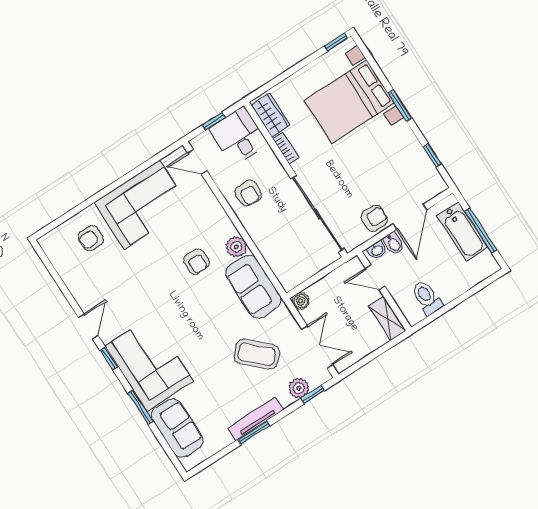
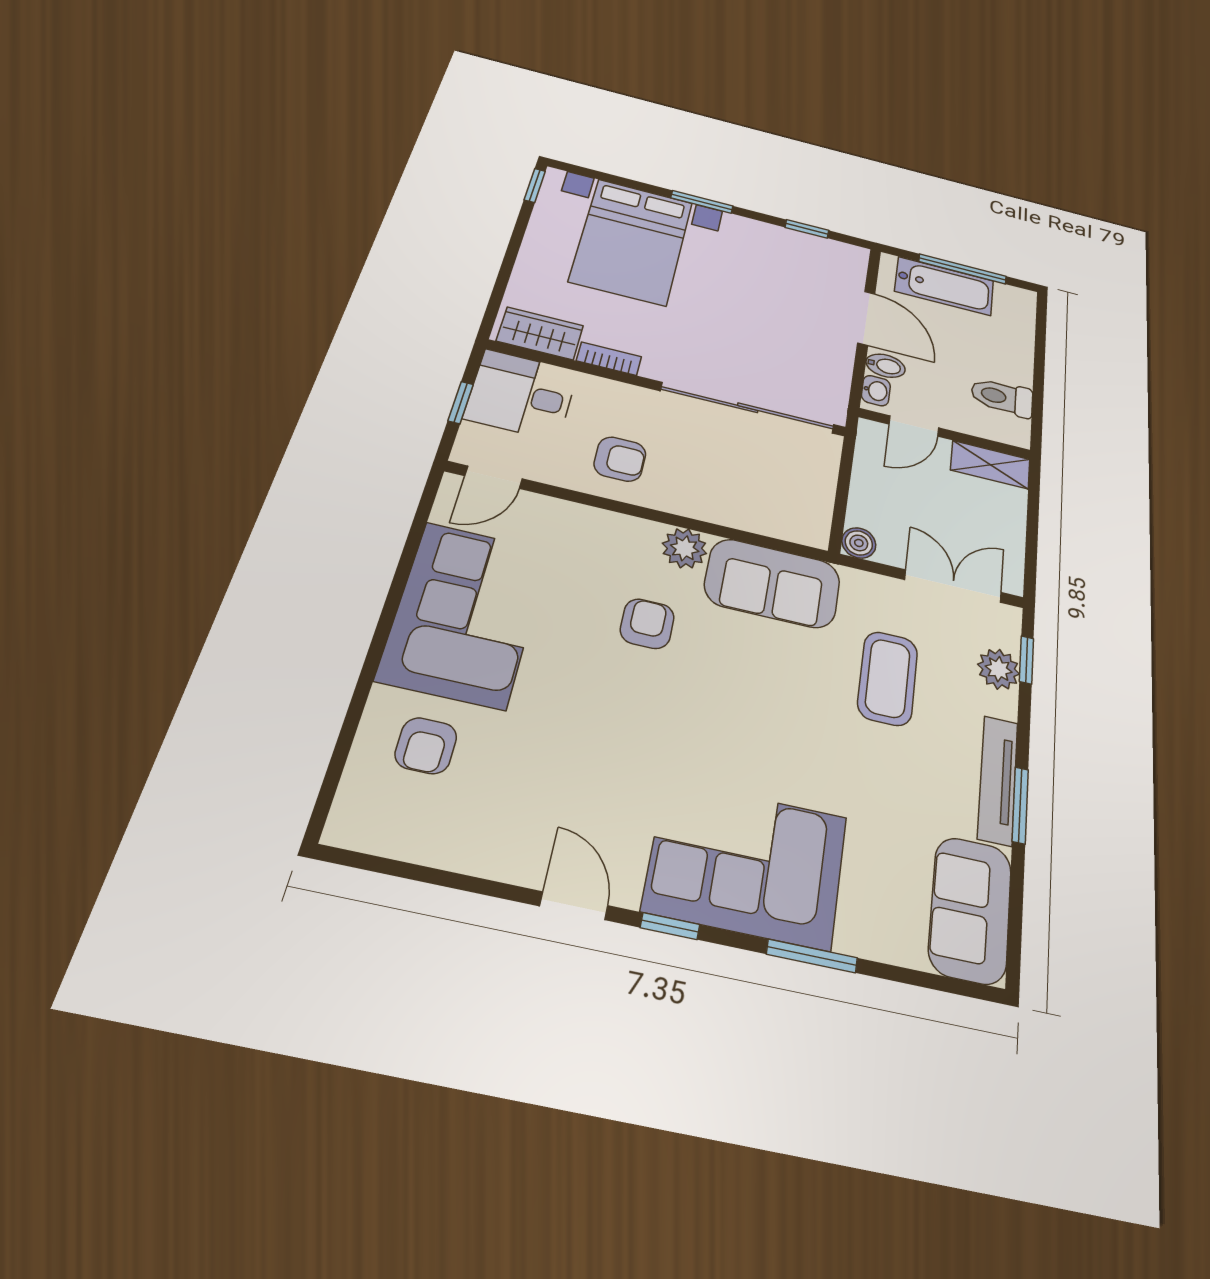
armchair: (374, 218) -> (826, 355), removed
armchair: (196, 262) -> (647, 624), turned -90
coffee table: (257, 354) -> (888, 678), turned -44
sofa: (177, 428) -> (970, 910), moved, turned -90

